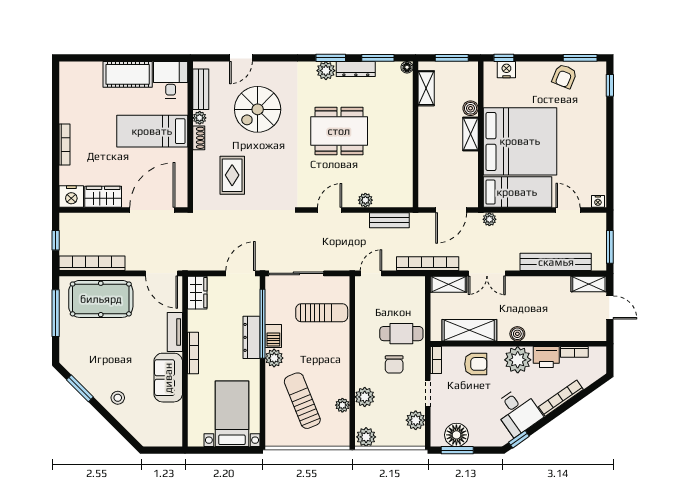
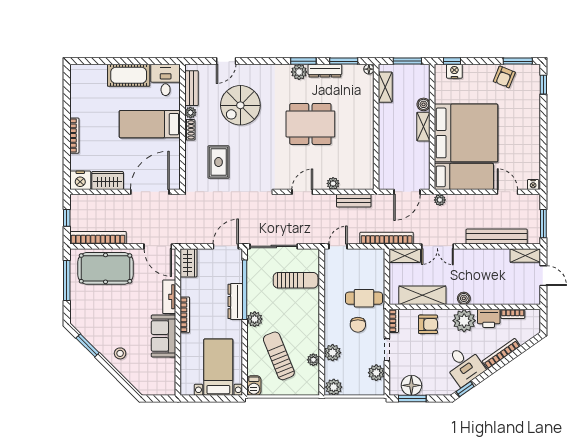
barbecue: (273, 336) -> (254, 386), moved

